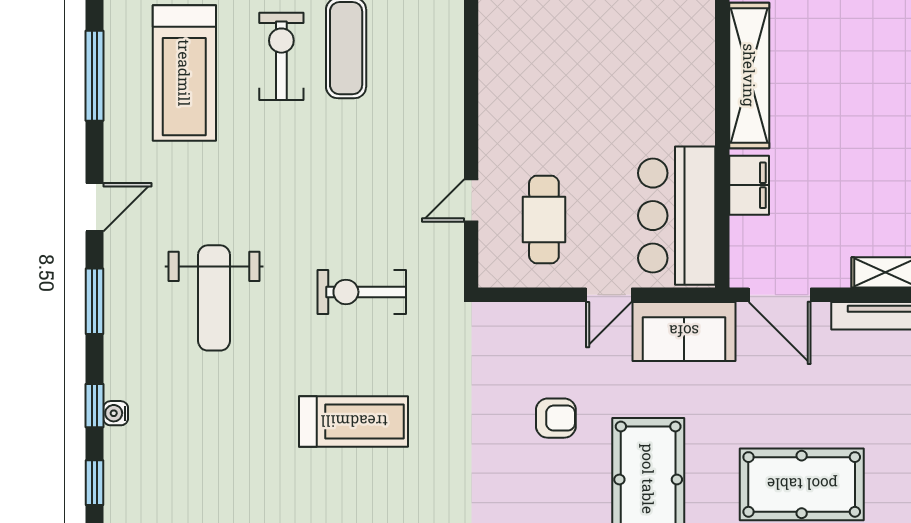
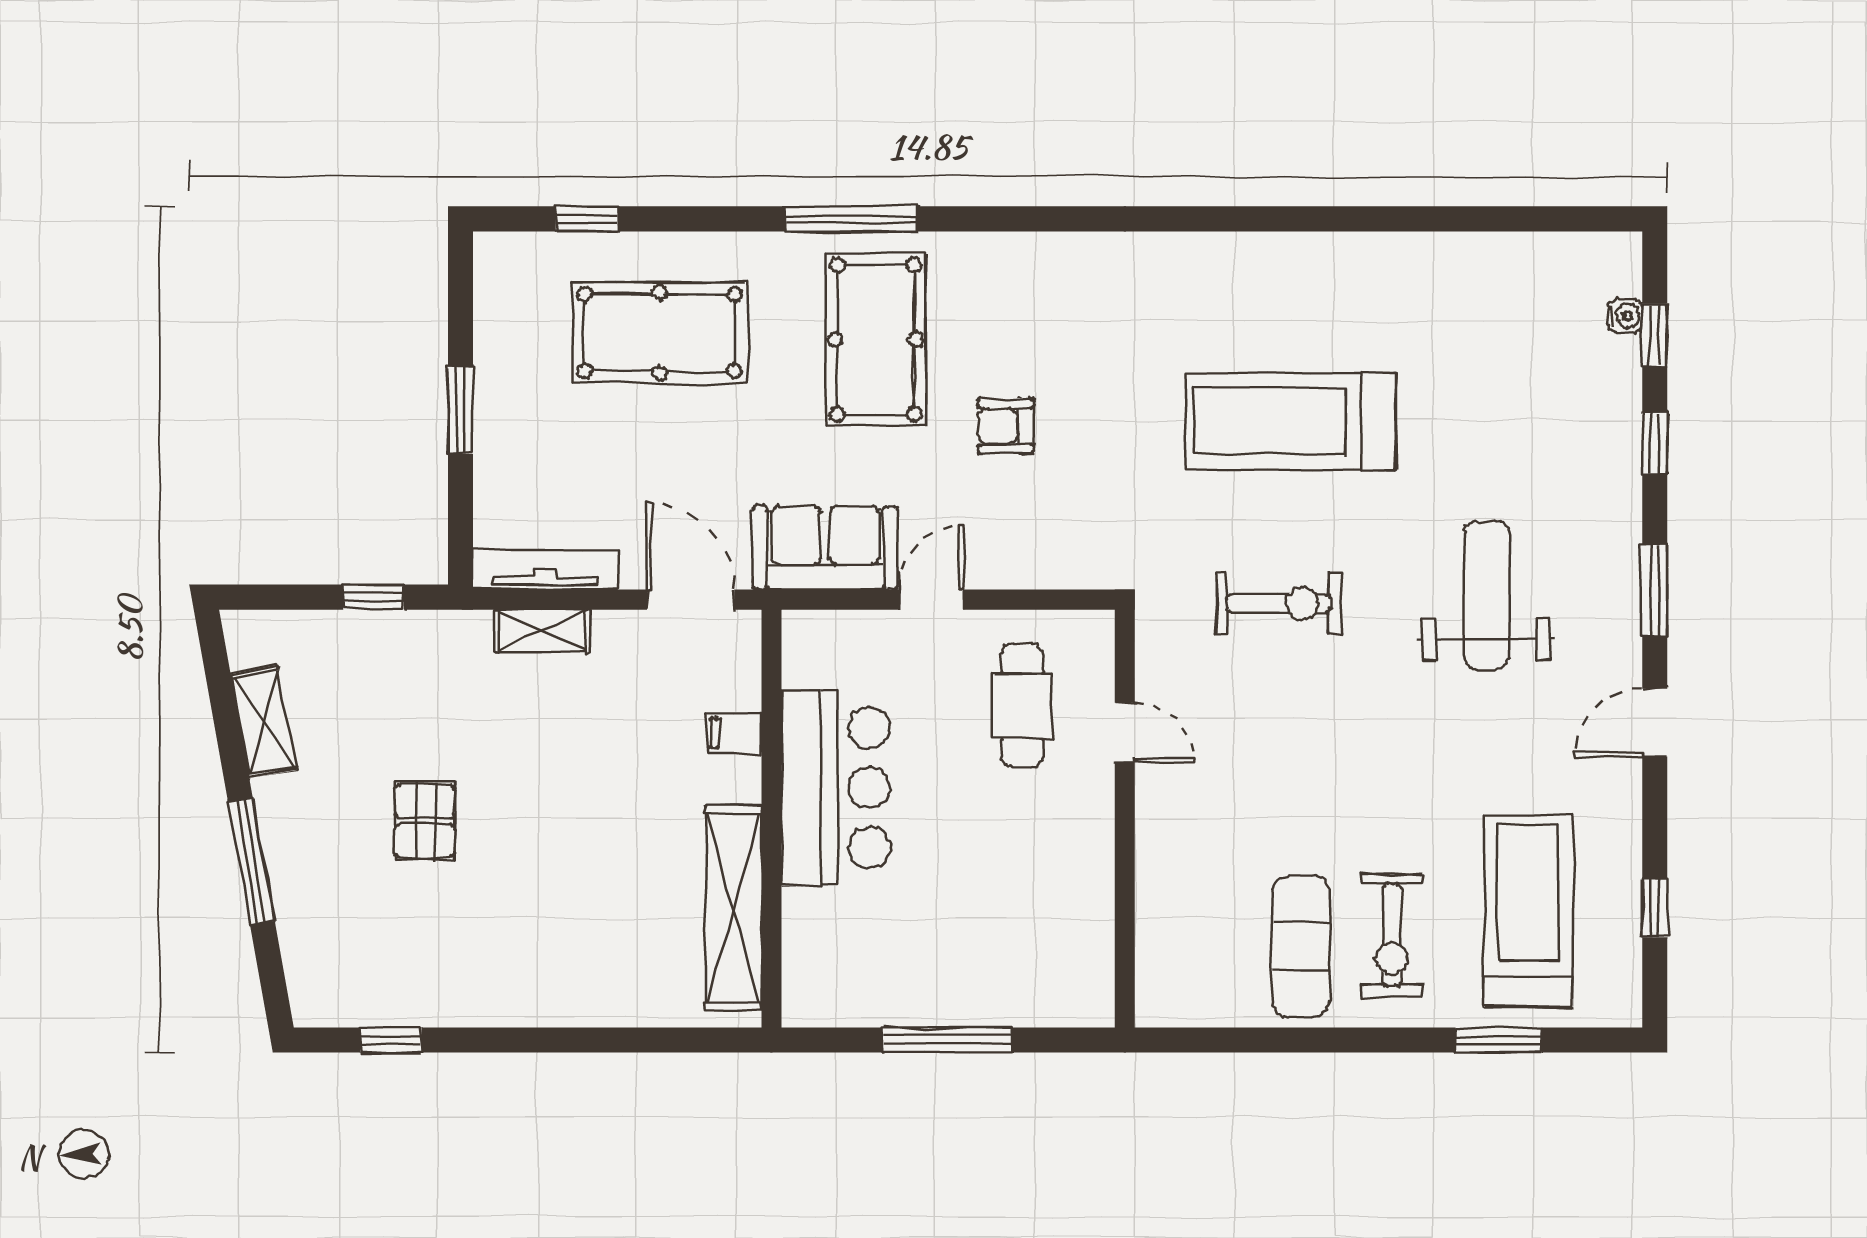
window: (95, 76) -> (1655, 908), width x0.46
filing cabinet: (749, 185) -> (734, 733), width x0.50
door: (471, 200) -> (1125, 732), hinge flipped
bar counter: (677, 216) -> (836, 788), moved
water cooler: (116, 413) -> (1625, 316), moved
treadmill: (354, 421) -> (1290, 421), width x1.37, depth x1.38

